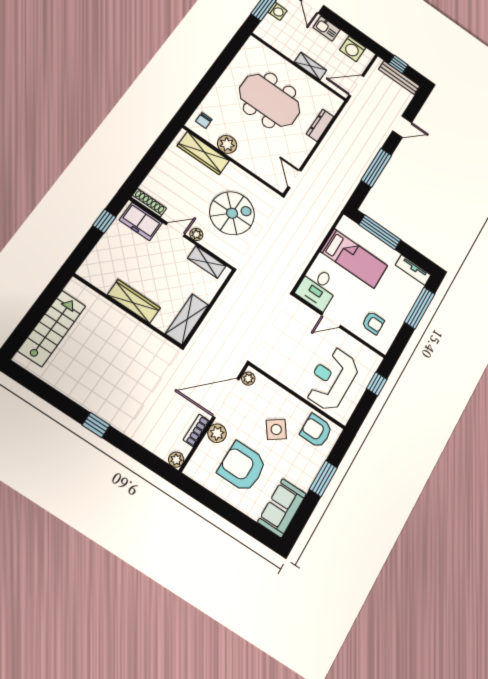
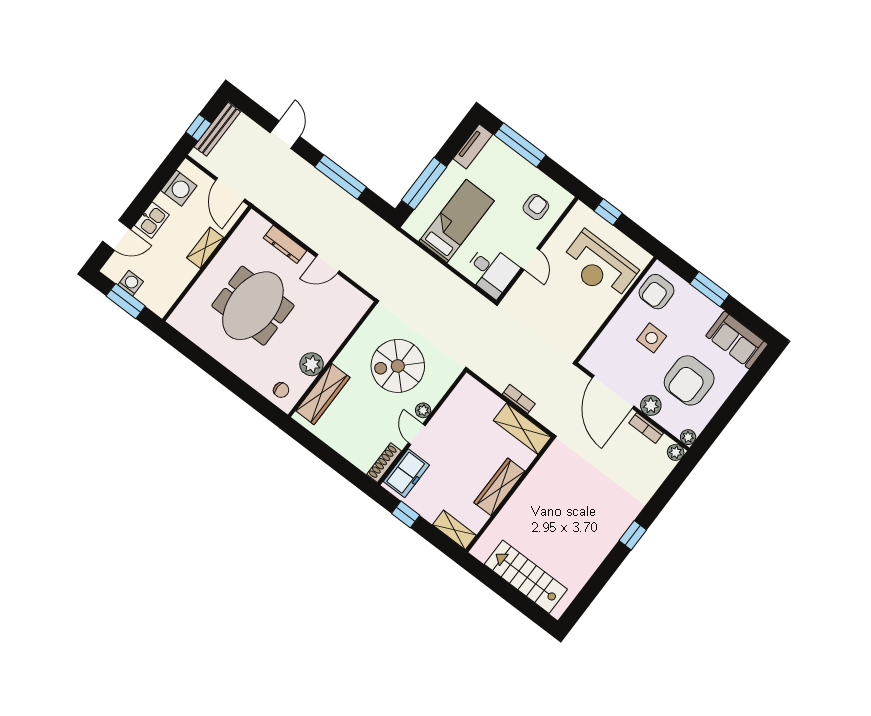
door: (295, 179) -> (328, 264), moved
spiral stairs: (232, 213) -> (398, 366), turned -90
shelving: (207, 262) -> (454, 530), moved, turned 90
bookcase: (213, 315) -> (519, 399), added
plant: (248, 379) -> (688, 437), moved
side table: (276, 429) -> (652, 338), turned 36

